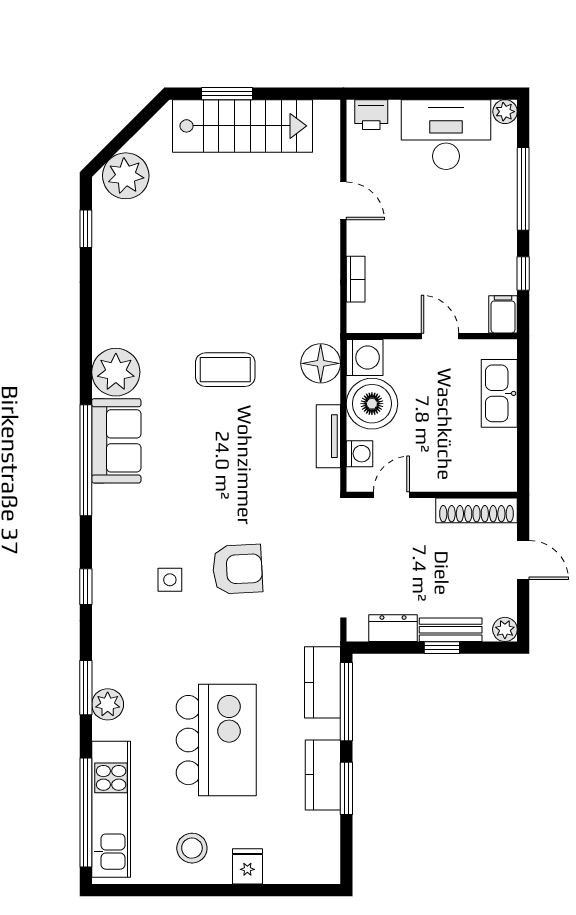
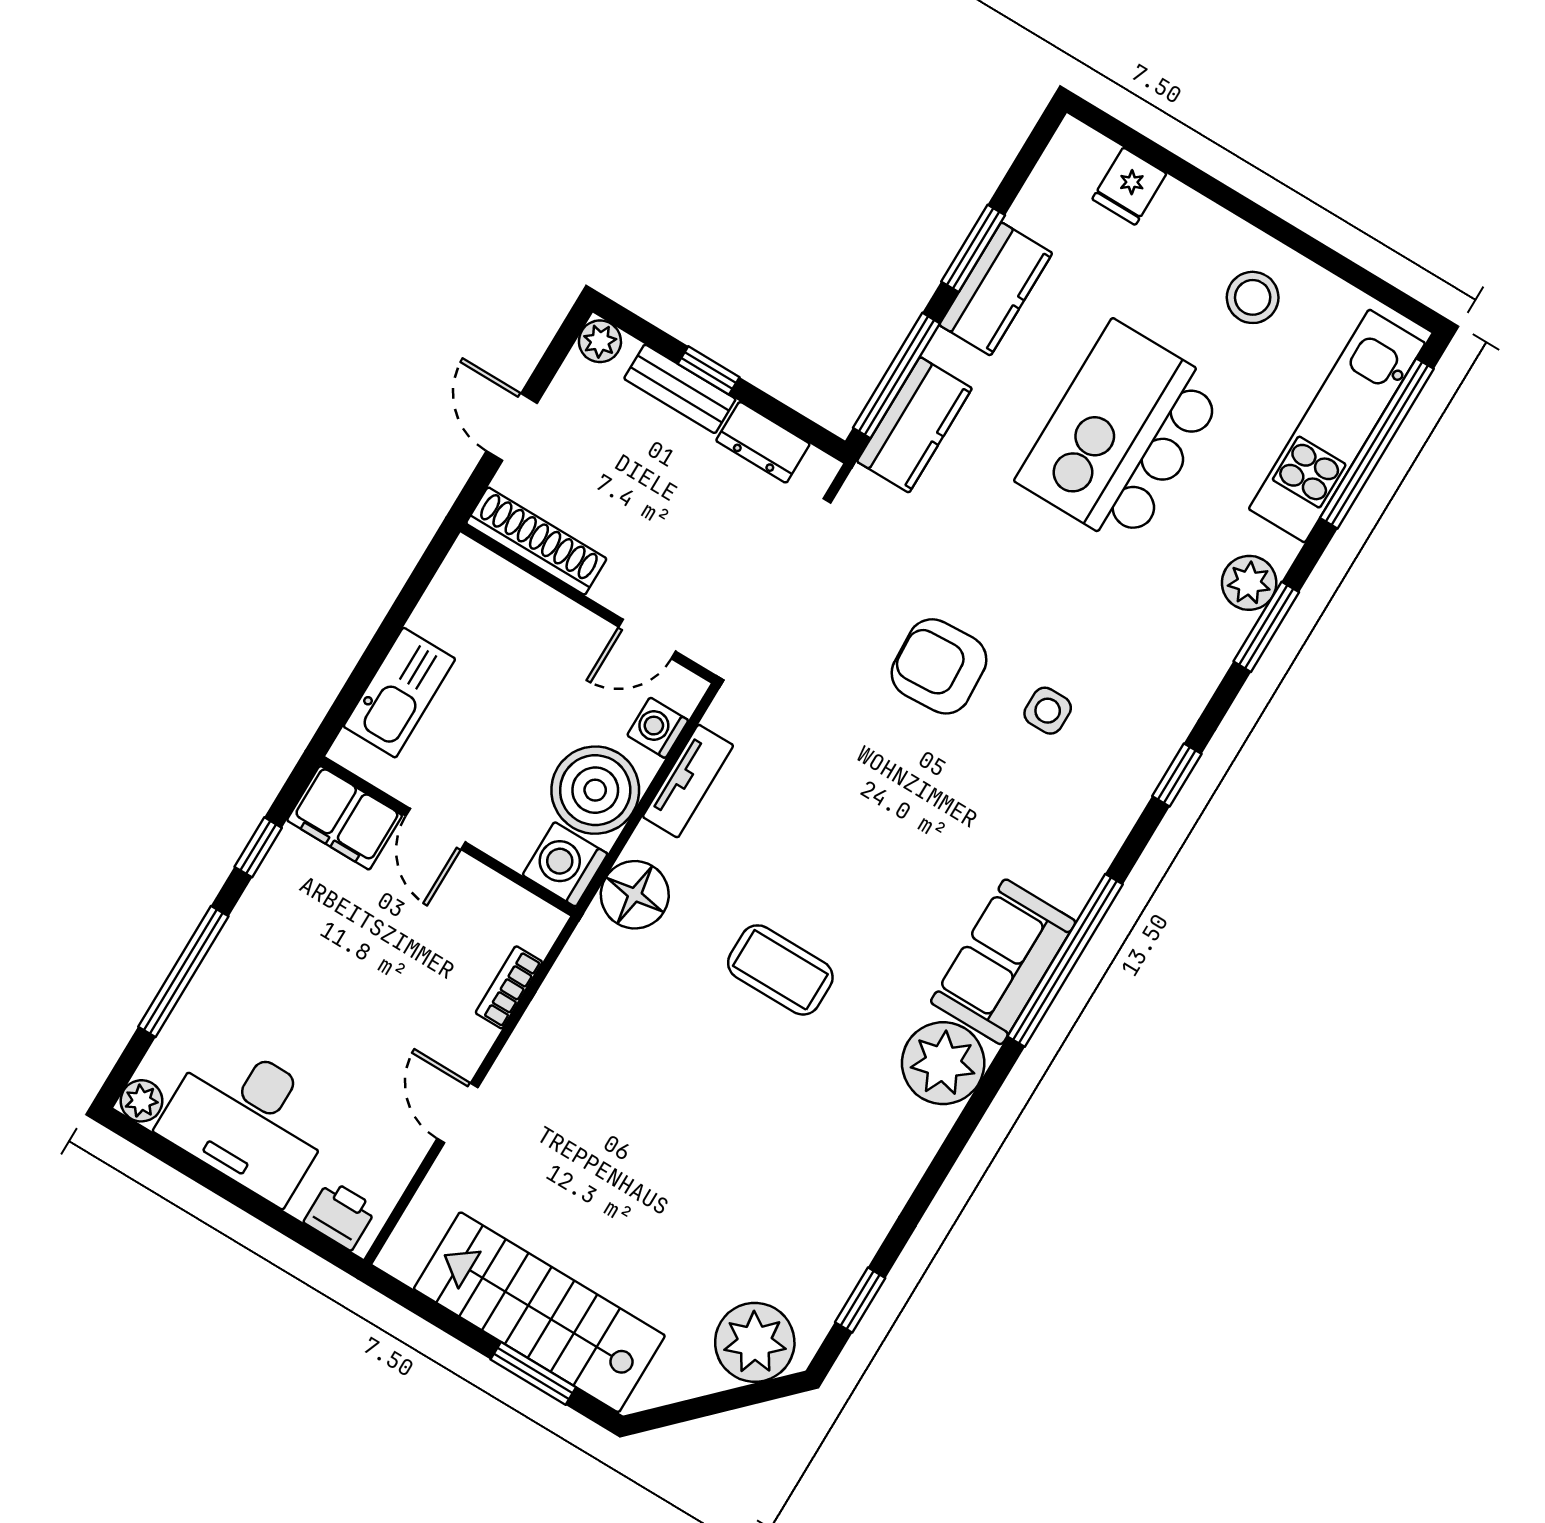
filing cabinet: (503, 314) -> (345, 818), width x2.00
fridge: (247, 866) -> (1129, 186), moved

